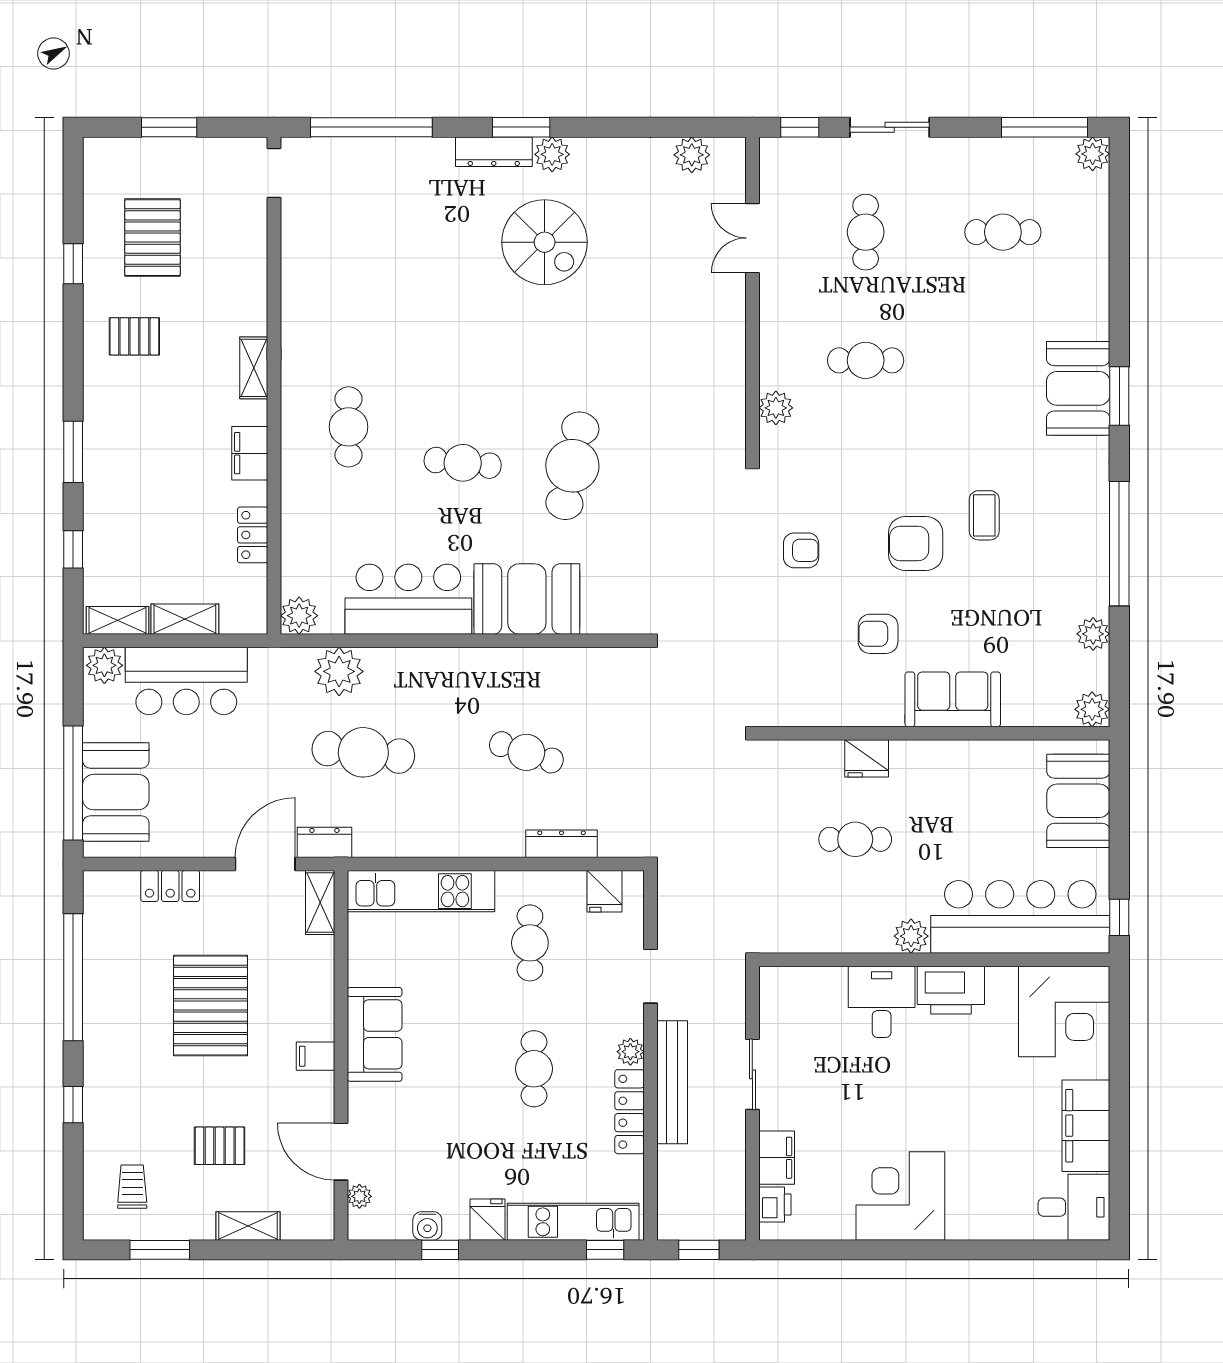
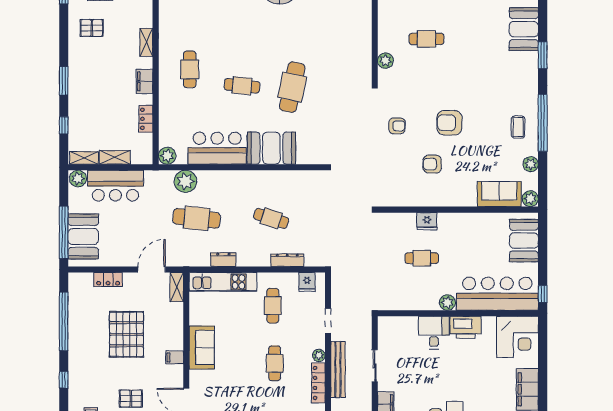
booth: (1078, 388) -> (524, 29), moved
coffee table: (984, 515) -> (518, 127), moved
sofa: (953, 699) -> (499, 194), moved
dresser: (324, 842) -> (223, 260), moved

